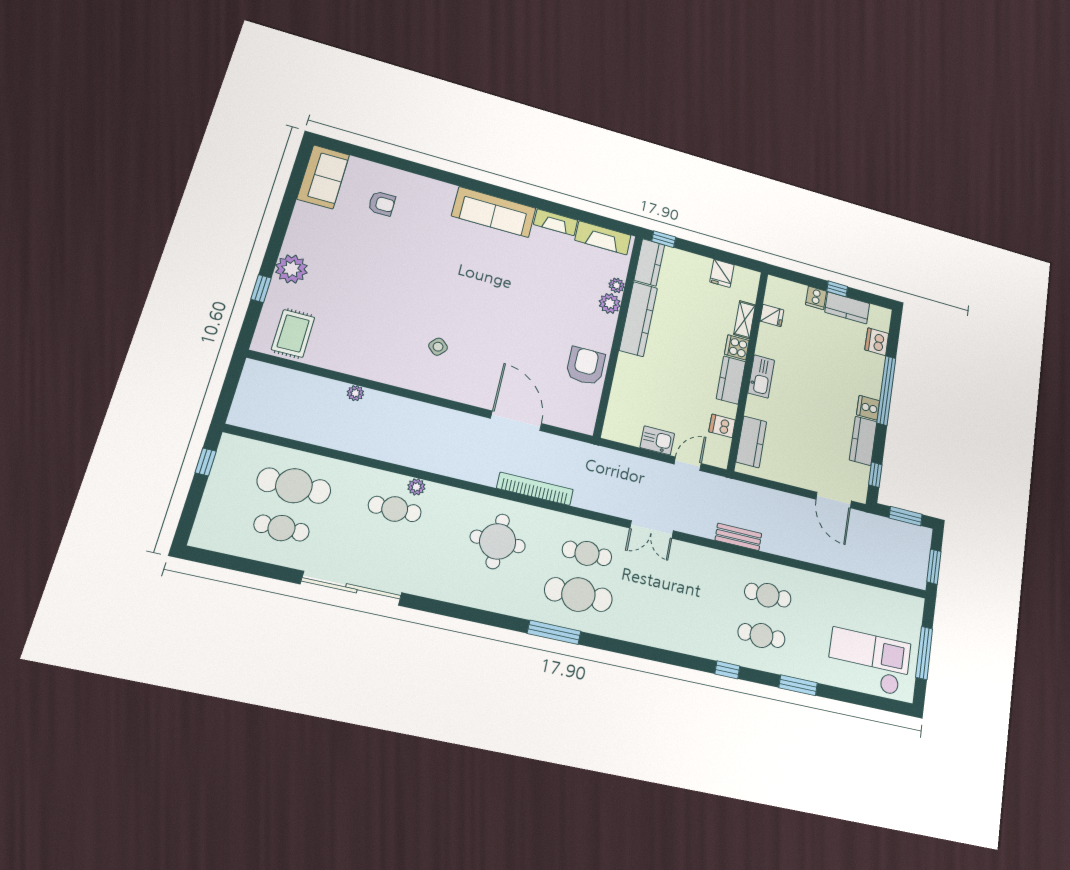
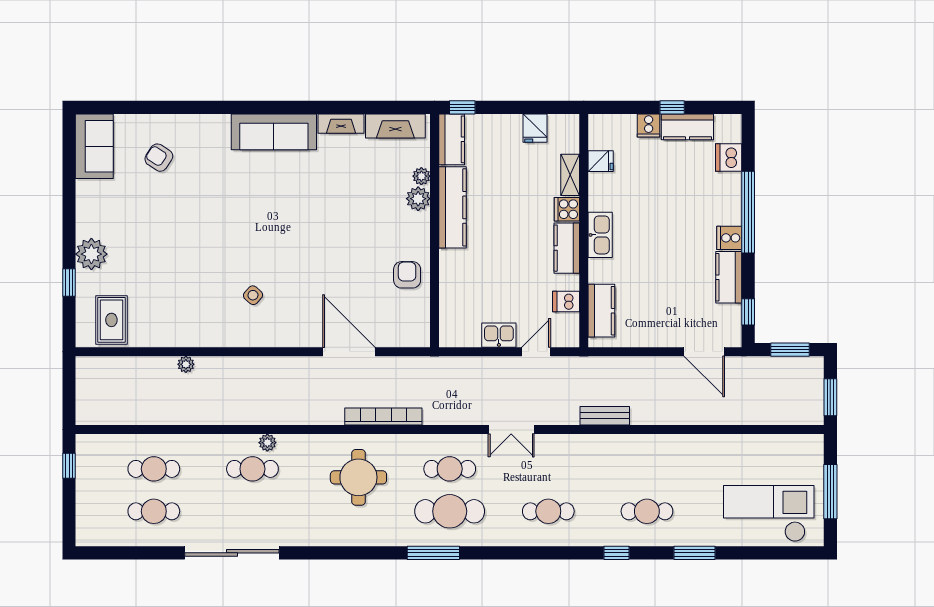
armchair: (382, 204) -> (159, 158), turned -147
armchair: (586, 366) -> (407, 275), width x0.72, depth x0.72
cafe table: (294, 486) -> (154, 469), width x0.73, depth x0.74
cafe table: (768, 595) -> (548, 511), moved

